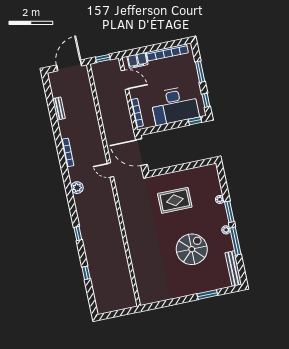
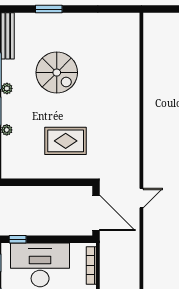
door: (110, 170) -> (141, 198), hinge flipped
spiral stairs: (192, 249) -> (57, 73), turned -90

